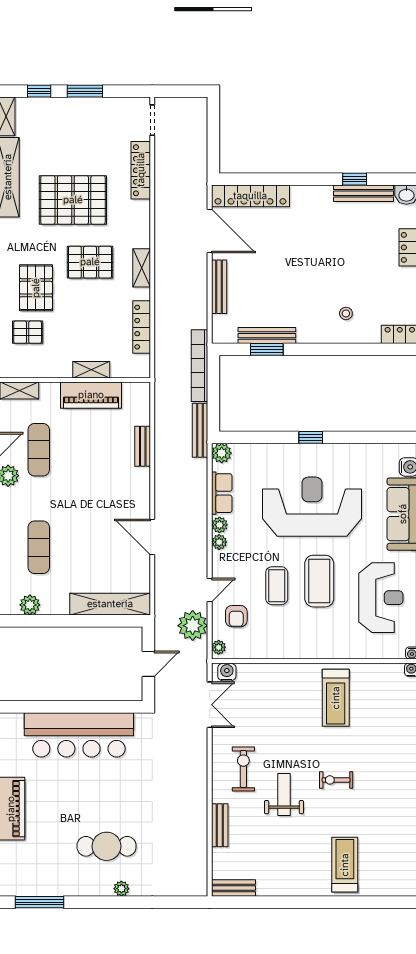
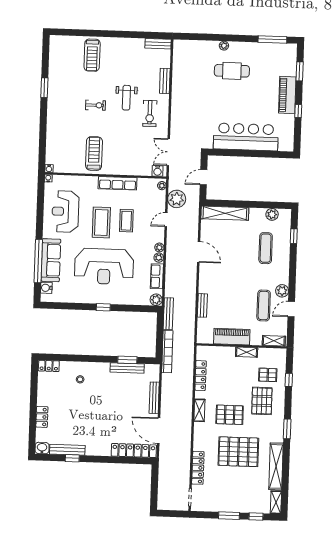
shelving: (91, 370) -> (247, 352), moved
armchair: (236, 616) -> (151, 204), removed
row of seats: (294, 649) -> (118, 183), added

